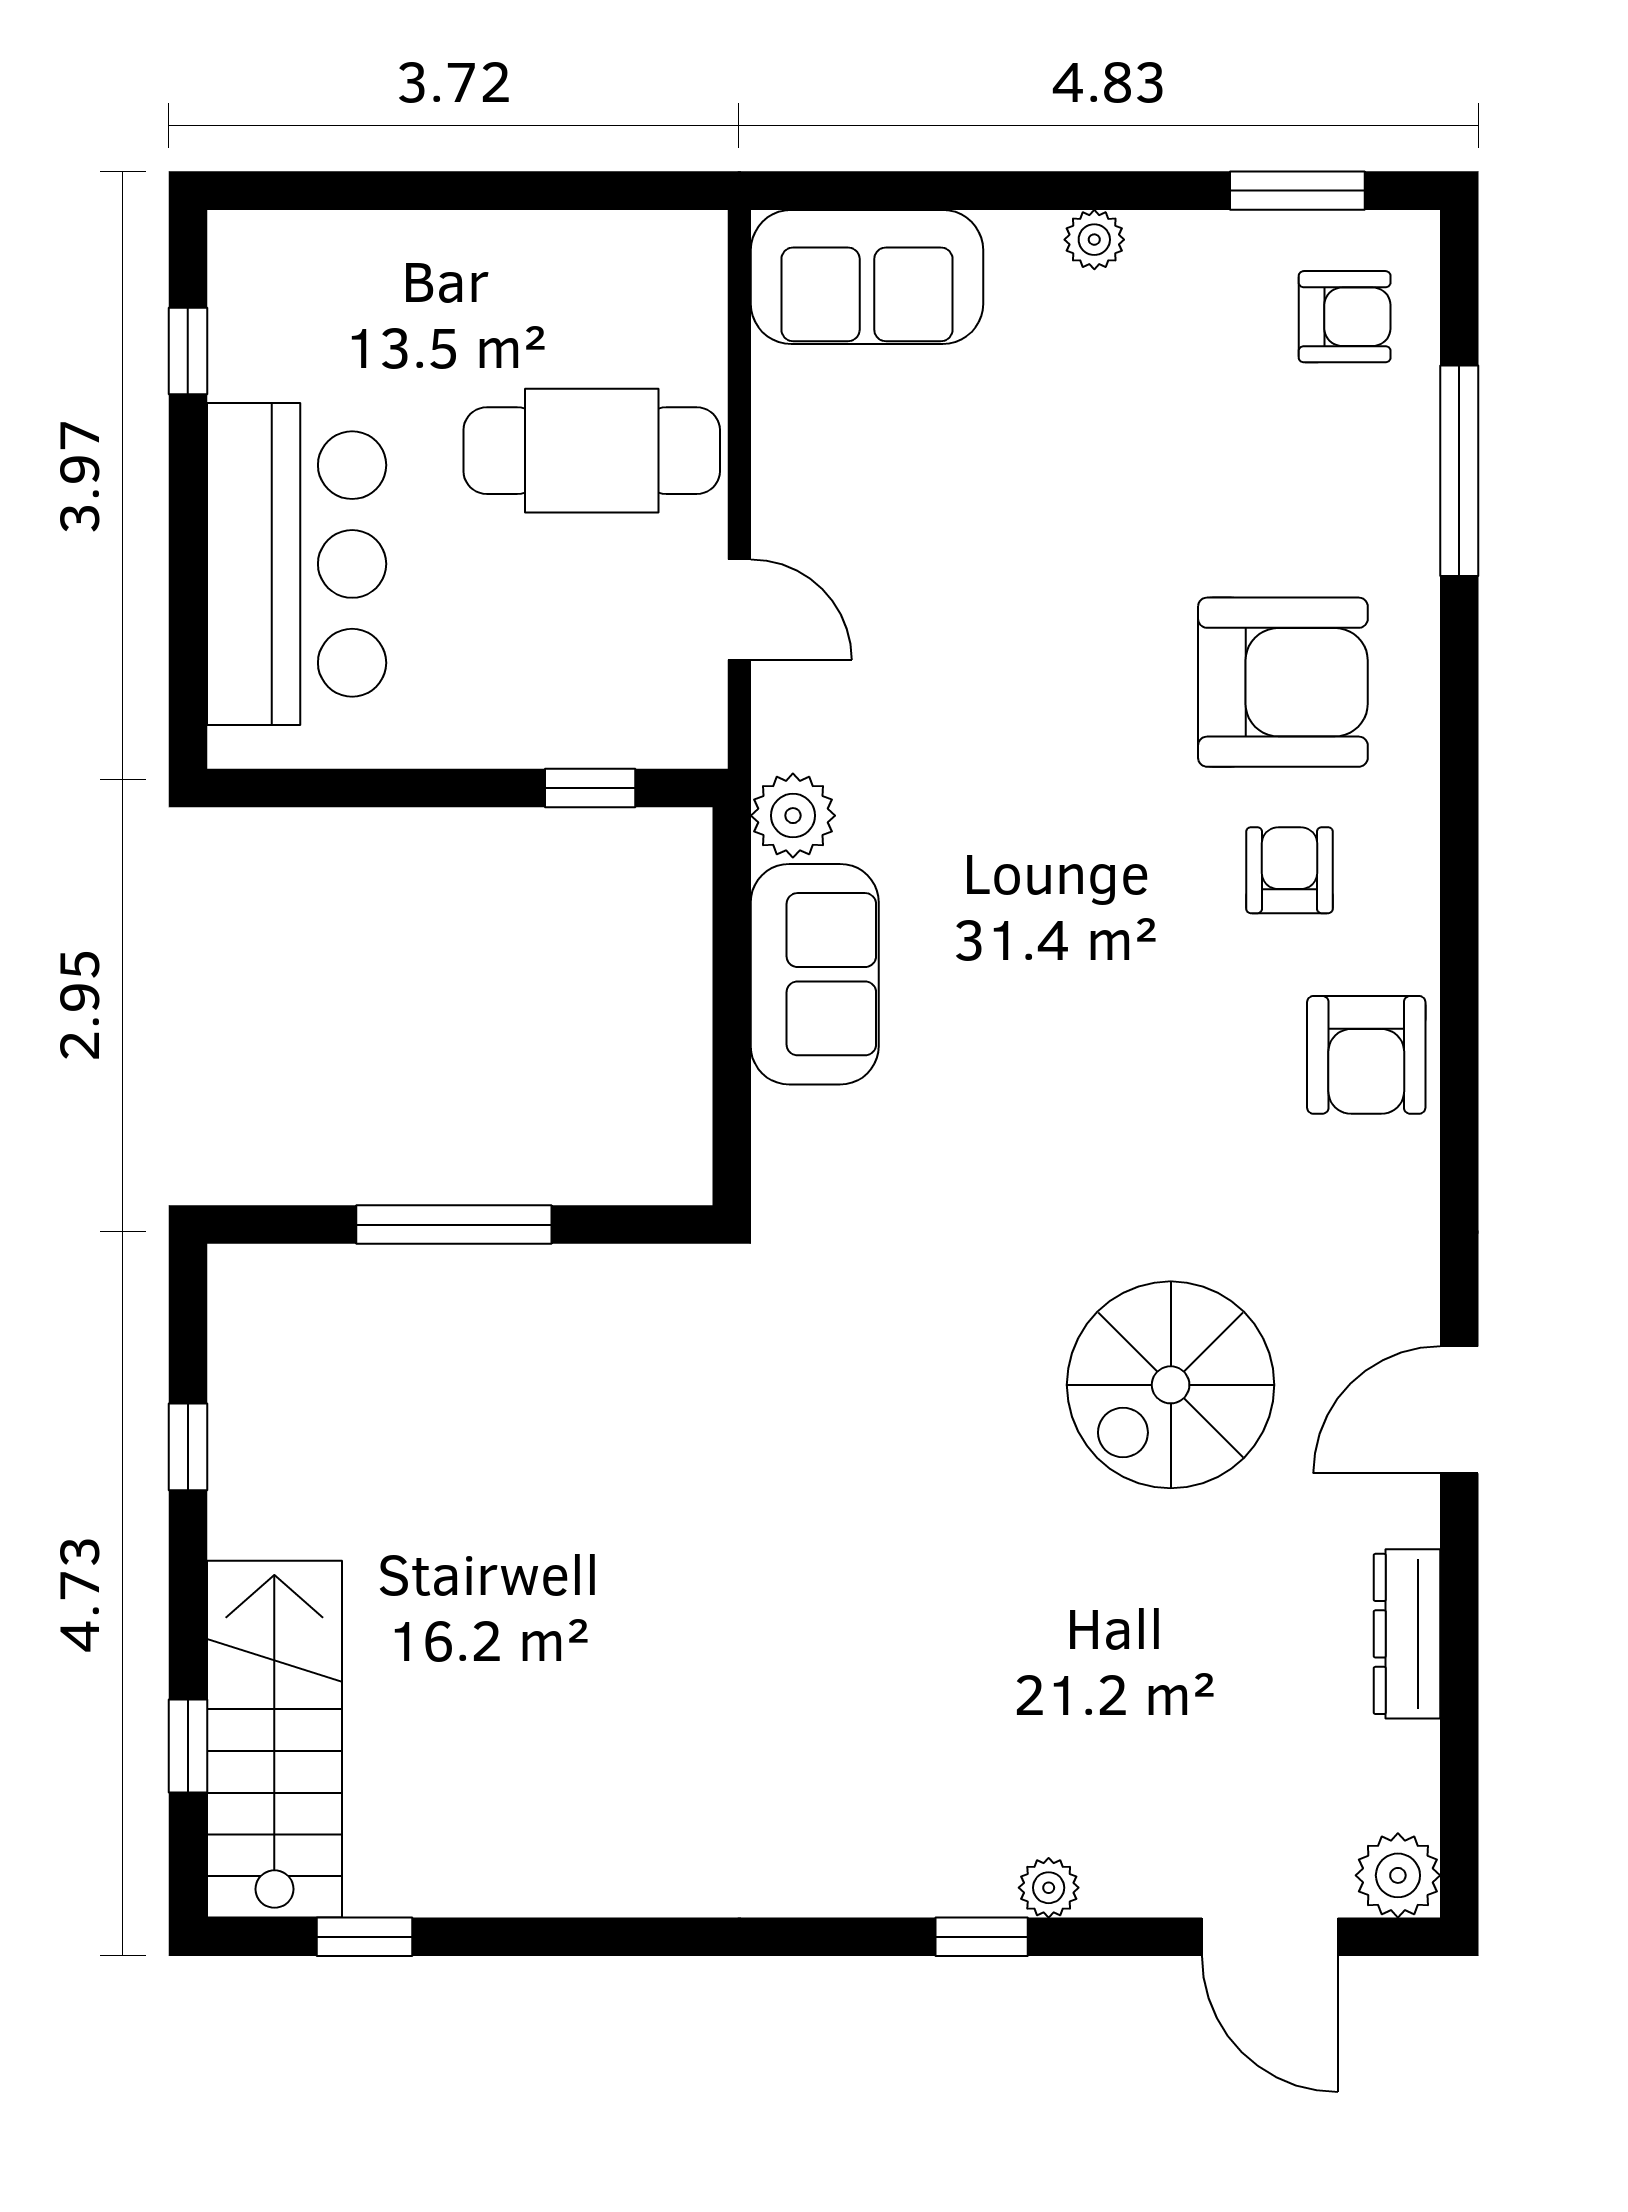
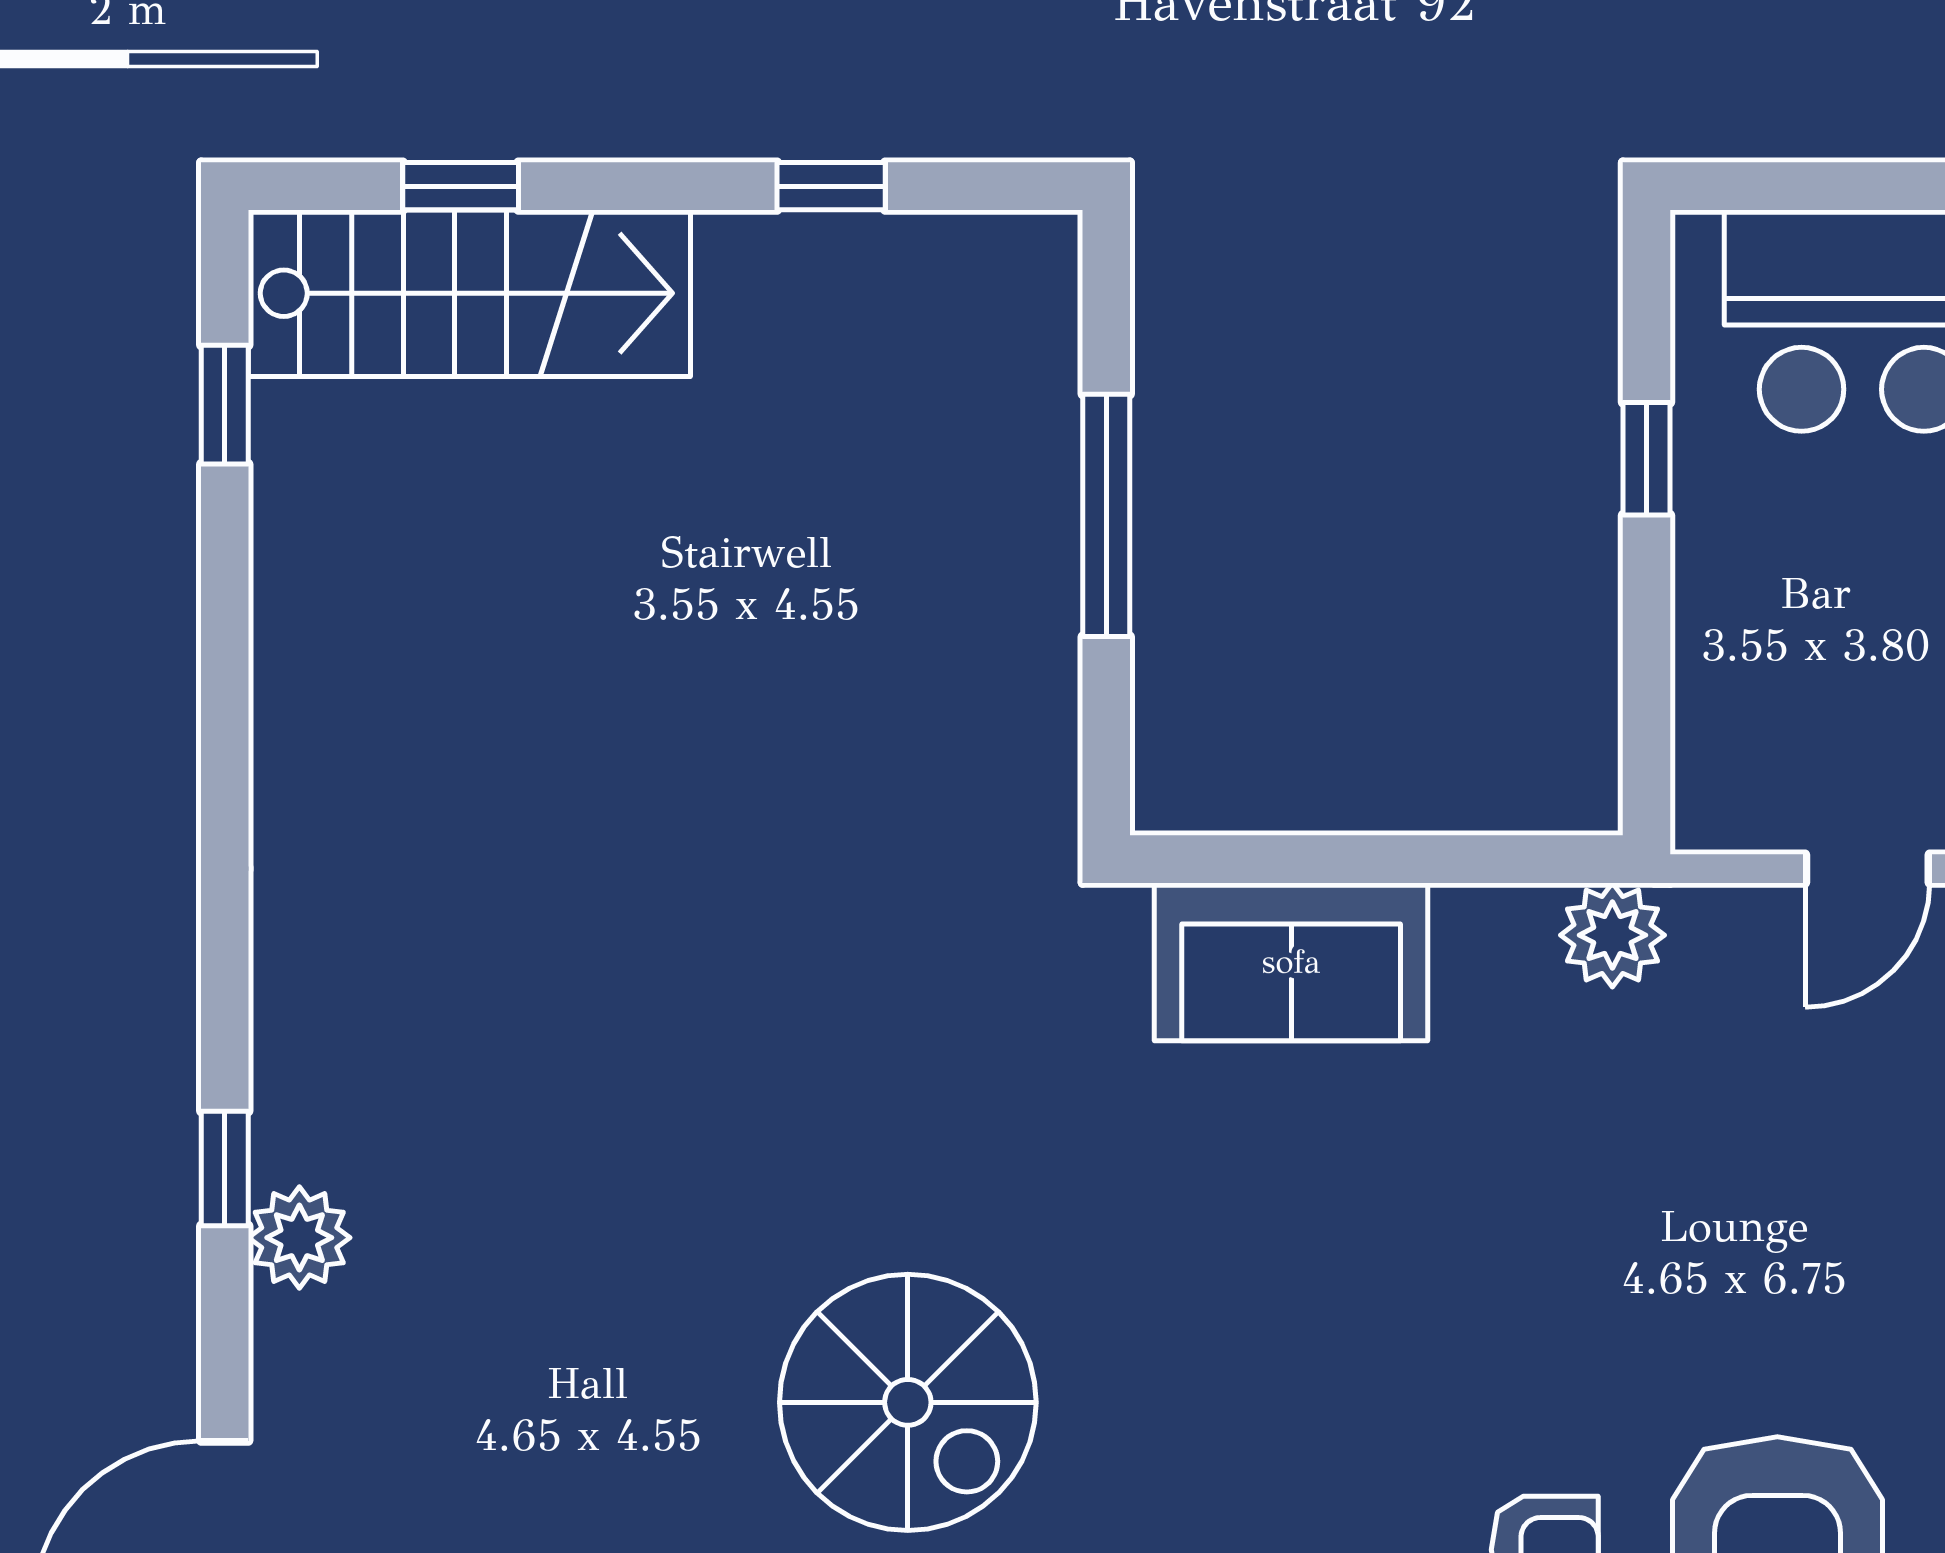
window: (590, 788) -> (1647, 459), moved
sofa: (815, 974) -> (1291, 962), moved
spiral stairs: (1171, 1385) -> (908, 1402), turned 180
plant: (1049, 1888) -> (299, 1238), width x1.38, depth x1.38

